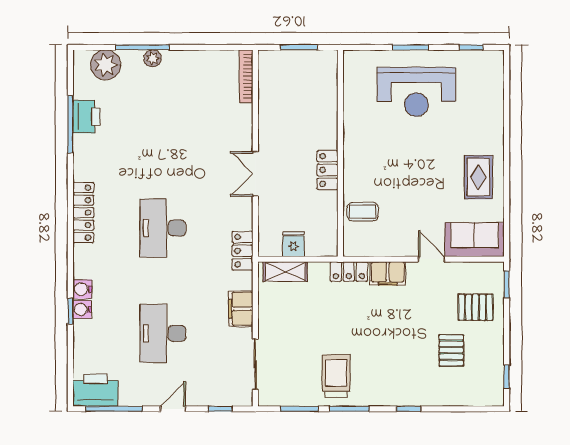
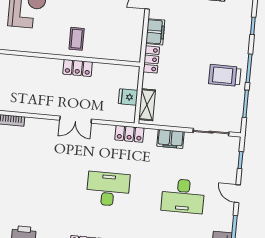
coffee table: (363, 212) -> (77, 39), moved
desk: (163, 228) -> (108, 189), turned 180

